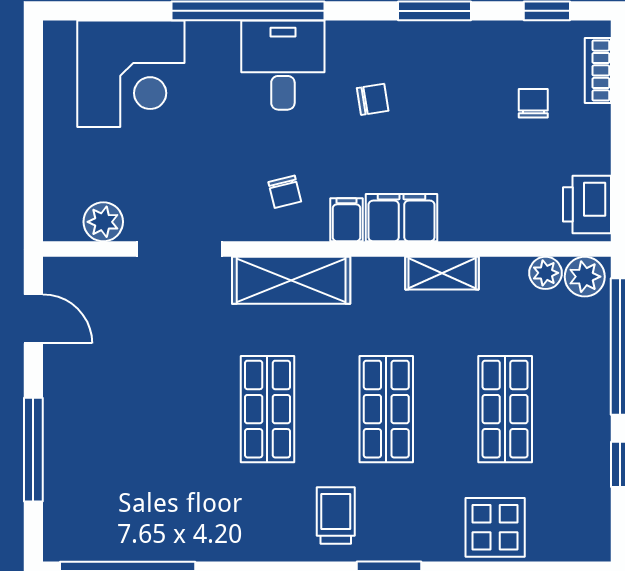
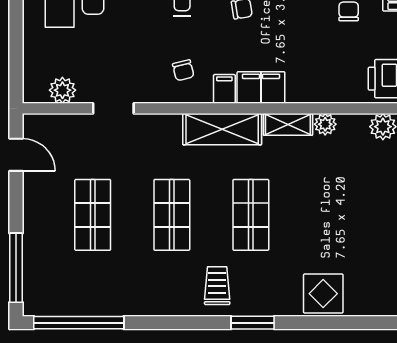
doorway: (180, 249) -> (113, 108), width x0.73
plant: (545, 273) -> (325, 124), moved
shelving: (291, 280) -> (222, 129), moved
shop shelf: (505, 409) -> (93, 215), moved
window: (33, 450) -> (16, 268), moved

